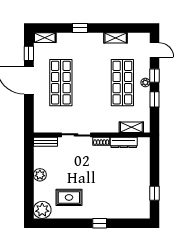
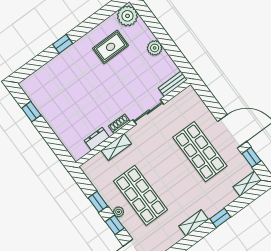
shelving: (116, 38) -> (194, 223), moved
shelving: (131, 127) -> (116, 147), moved
dresser: (124, 142) -> (97, 139), width x0.70

